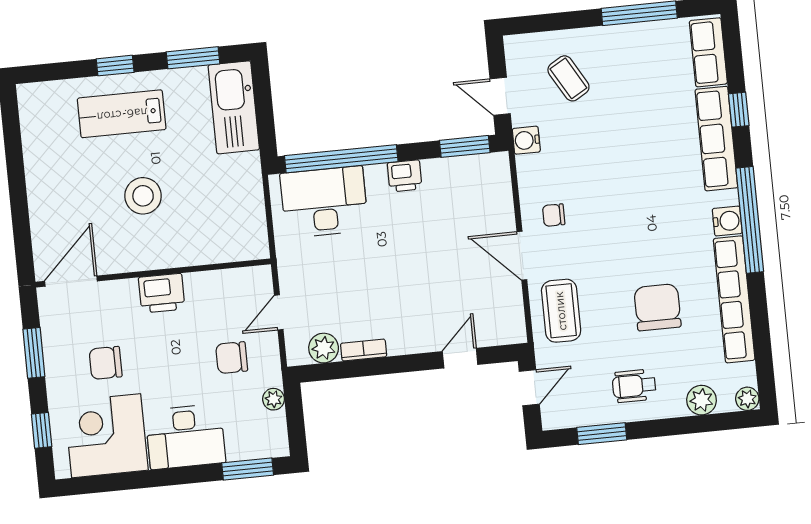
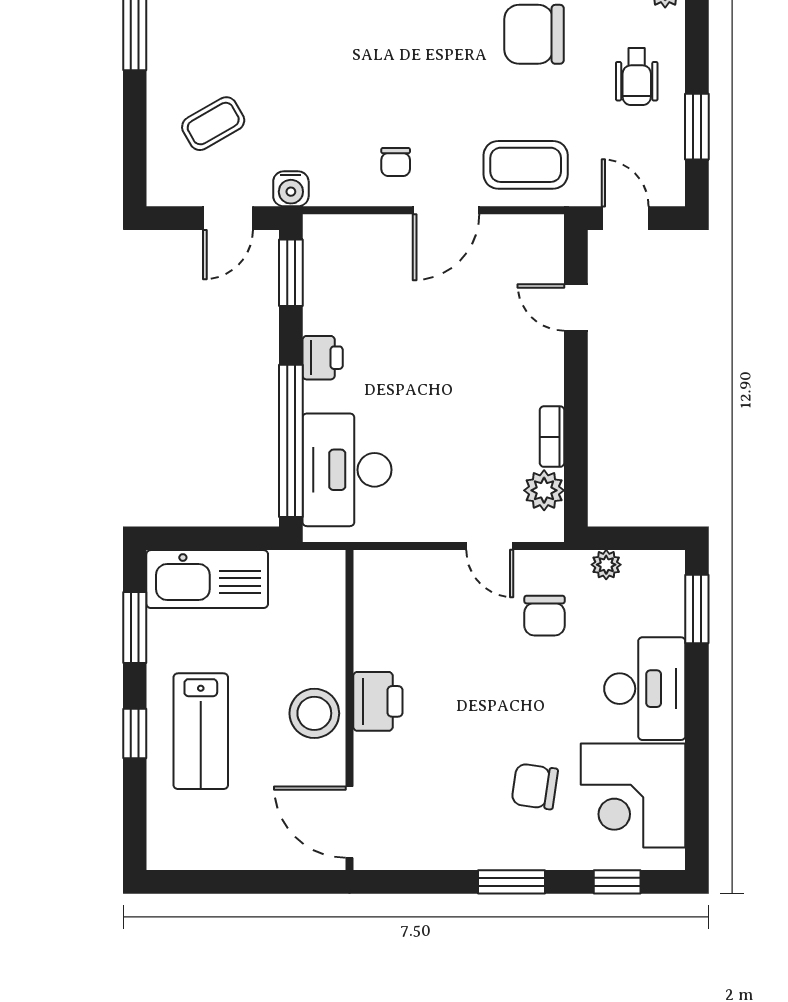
wall: (153, 273) -> (349, 710), moved
door: (71, 281) -> (349, 822), moved
printer: (162, 293) -> (378, 701), moved
chair: (106, 363) -> (535, 786), turned 98

